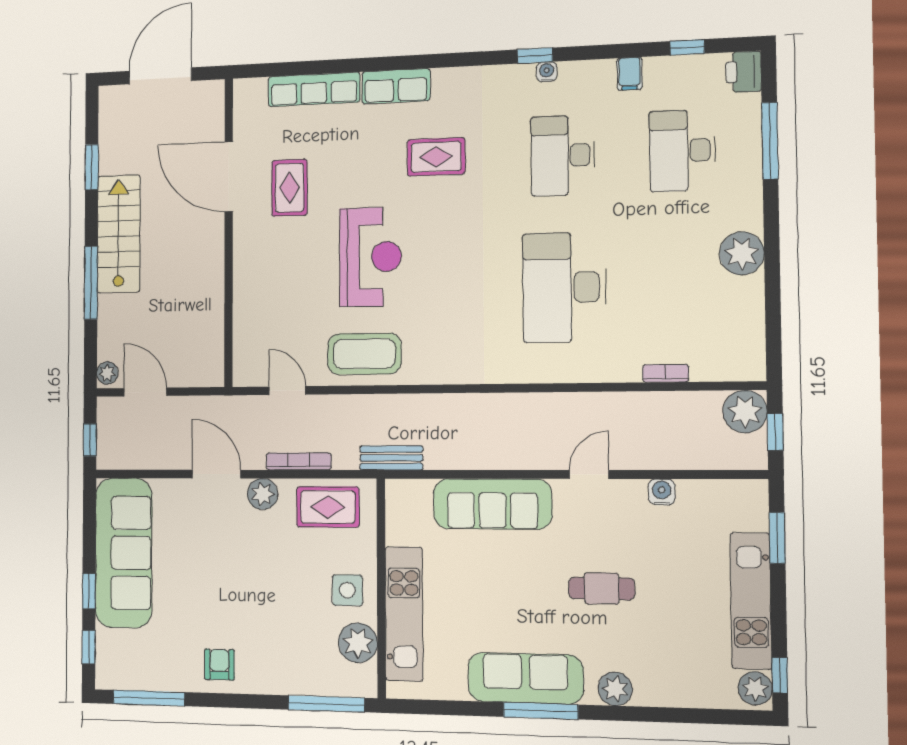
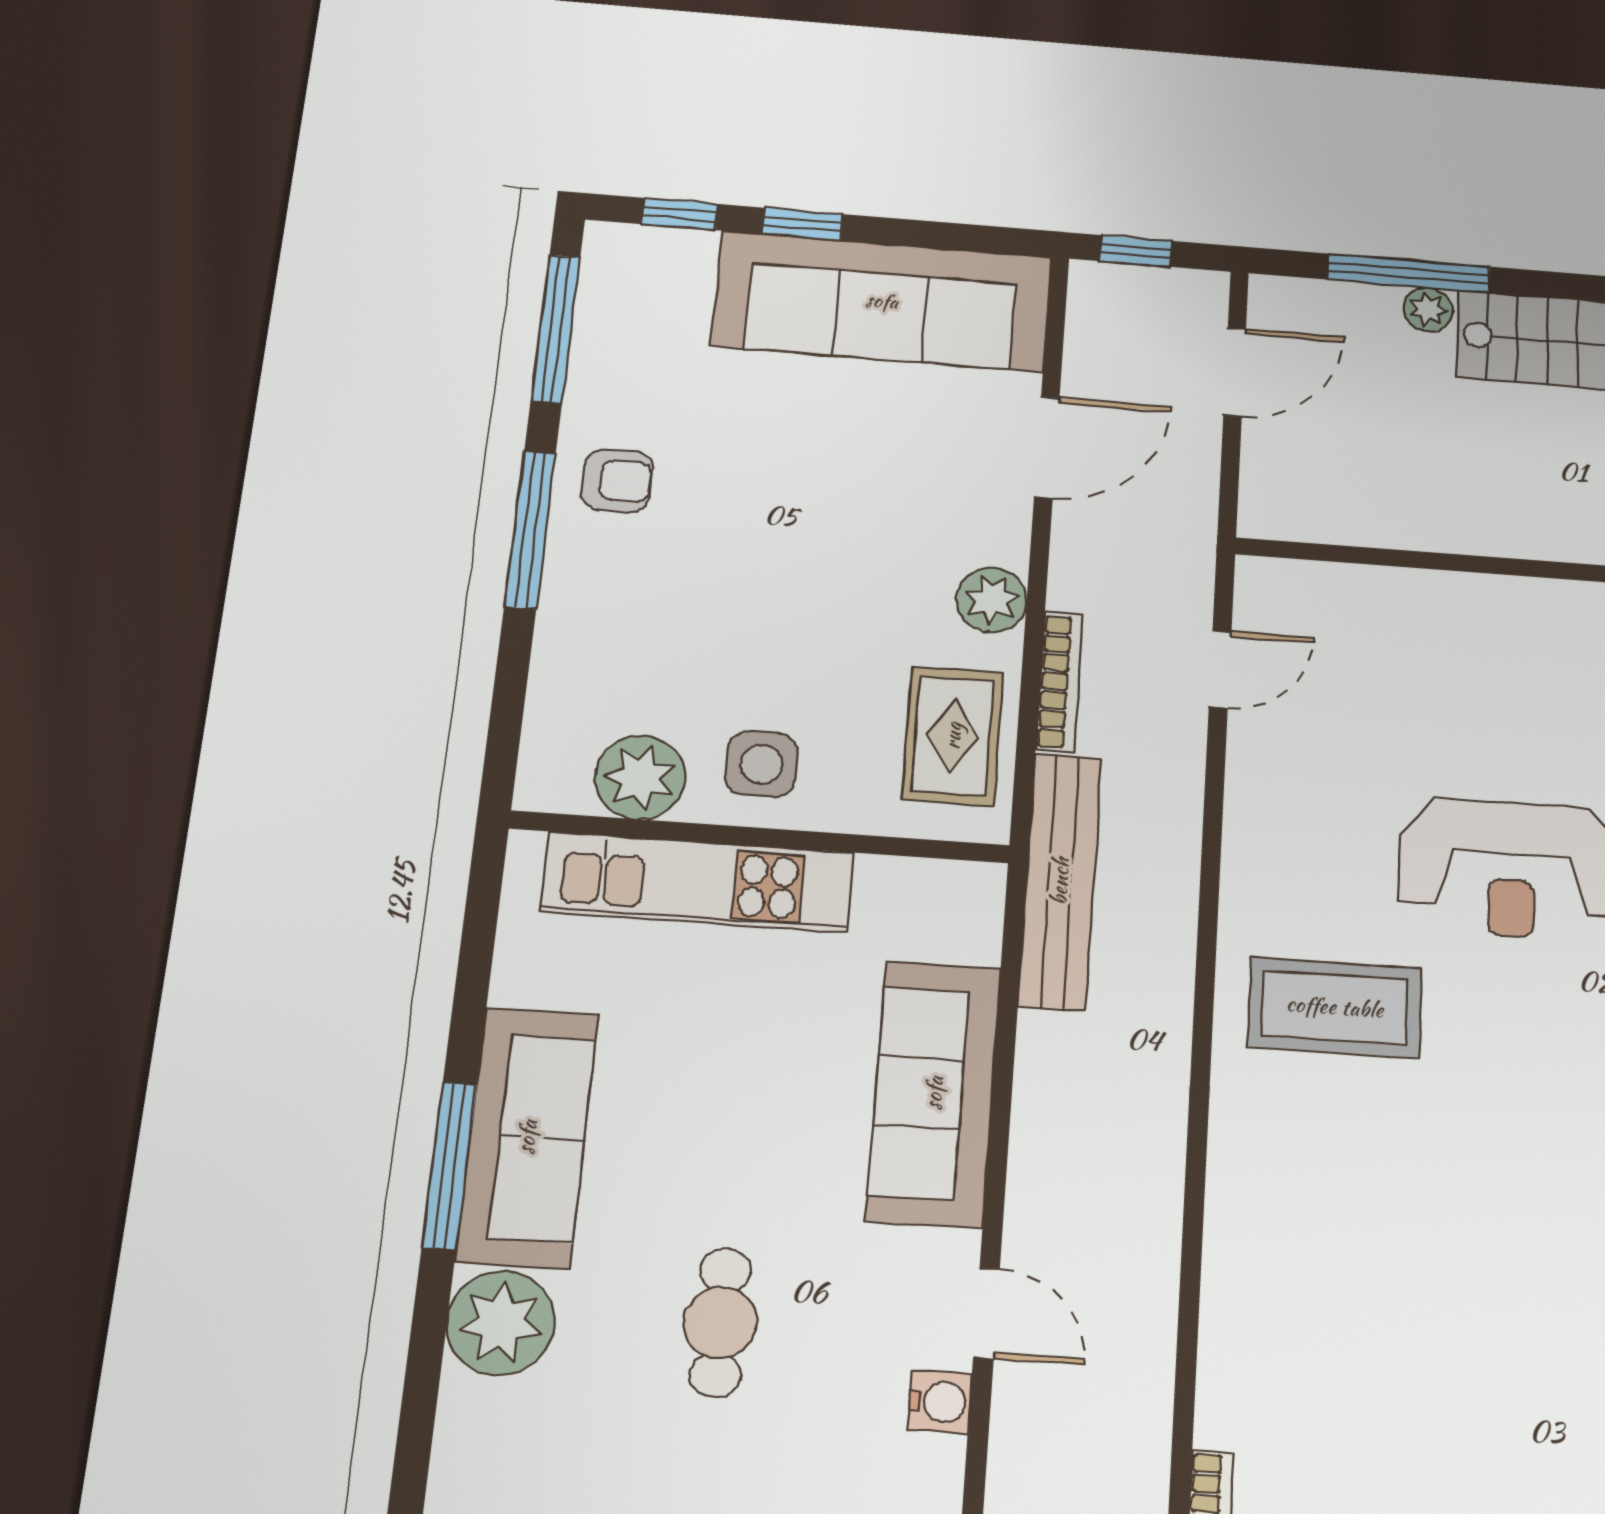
window: (91, 283) -> (1409, 273), moved
desk: (564, 287) -> (1422, 1289), removed
coffee table: (364, 354) -> (1335, 1007), moved, turned 90
plant: (107, 373) -> (1428, 309), moved
bench: (391, 458) -> (1060, 881), width x1.86, depth x1.21
door: (216, 474) -> (1047, 447), moved
water cooler: (662, 492) -> (940, 1402), moved
plant: (615, 689) -> (501, 1323), width x1.36, depth x1.36
window: (326, 704) -> (530, 529), moved

